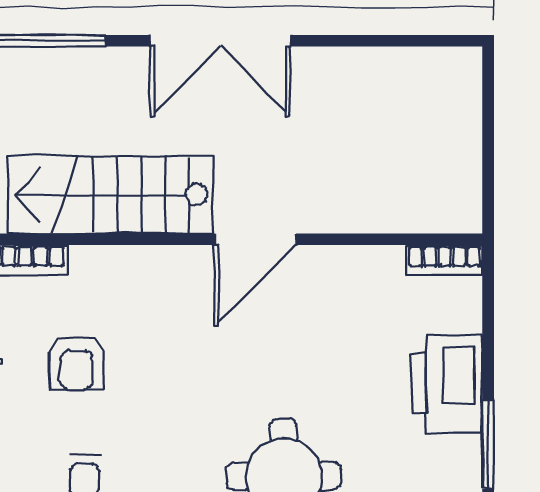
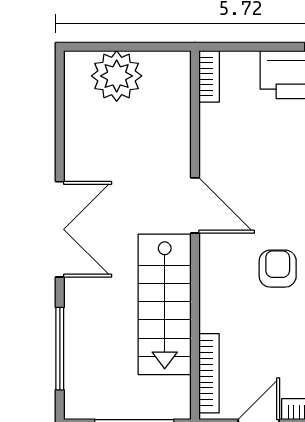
plant: (445, 124) -> (117, 76), added
armchair: (77, 362) -> (278, 269), moved, turned -90

